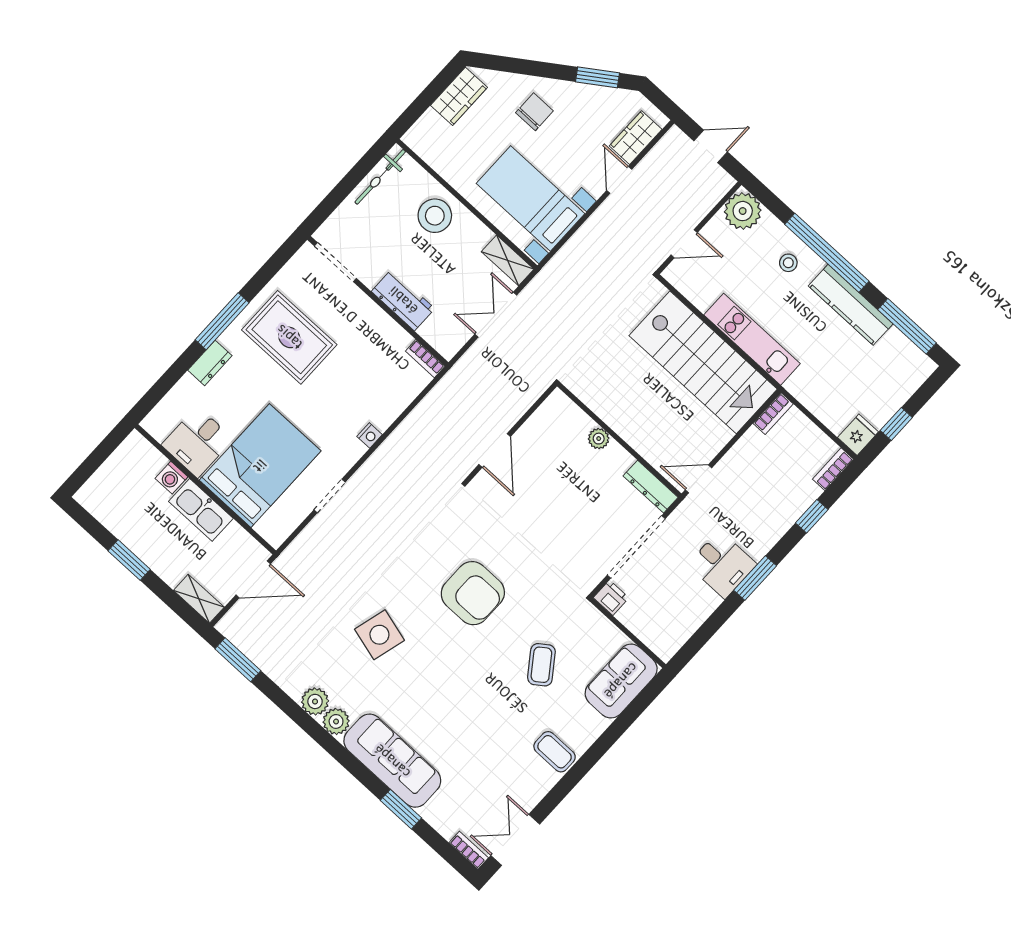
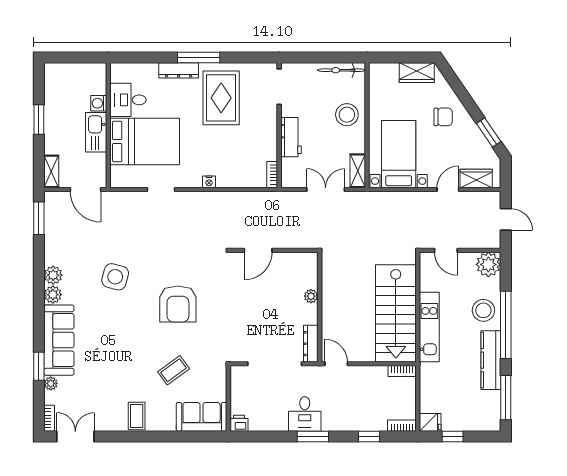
stool: (788, 263) -> (483, 310), width x1.89, depth x1.89
dresser: (210, 363) -> (179, 70), width x1.44
printer: (611, 598) -> (239, 423), moved, turned -90
plant: (432, 813) -> (51, 383), added

